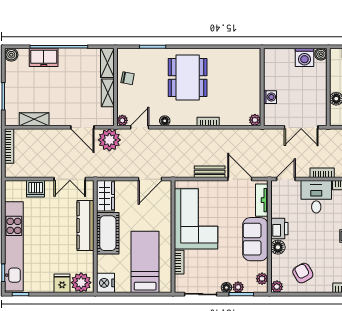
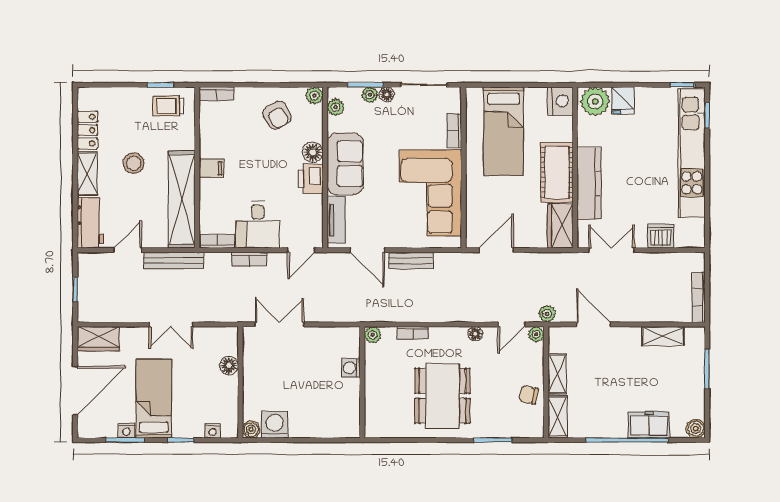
wall: (262, 87) -> (362, 382), moved
washing machine: (270, 97) -> (351, 368), moved
plant: (255, 120) -> (373, 335), moved
plant: (109, 140) -> (547, 314), width x0.53, depth x0.53

